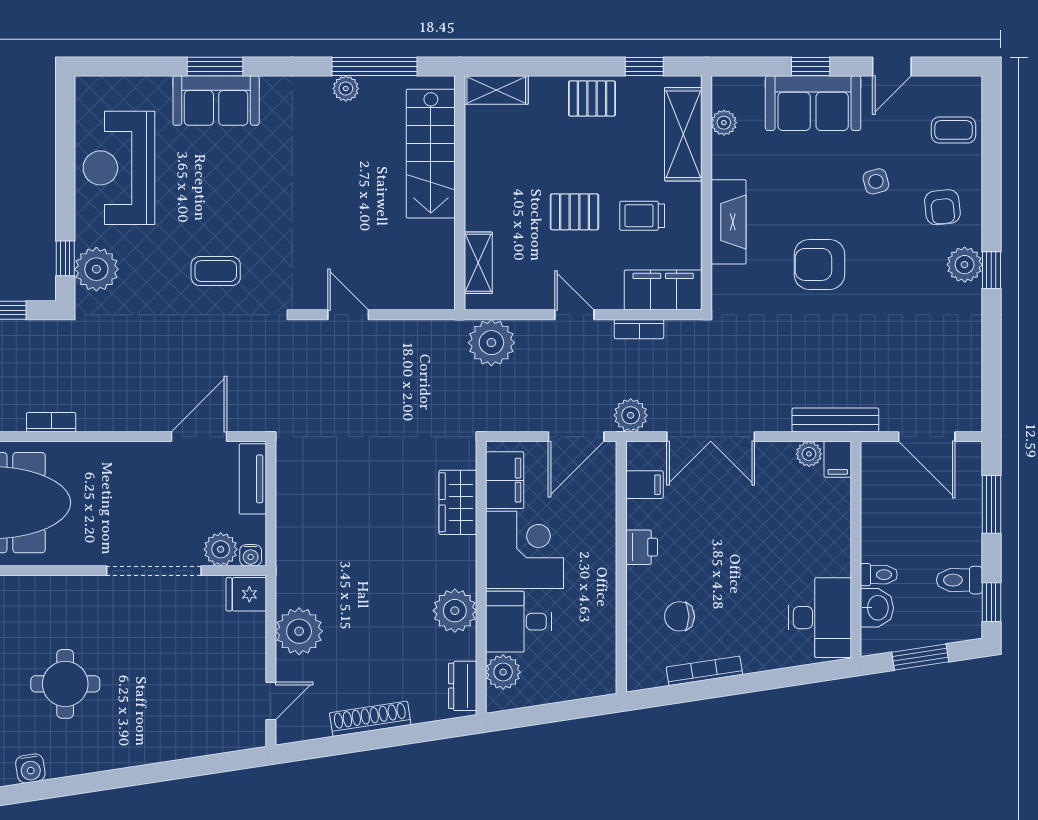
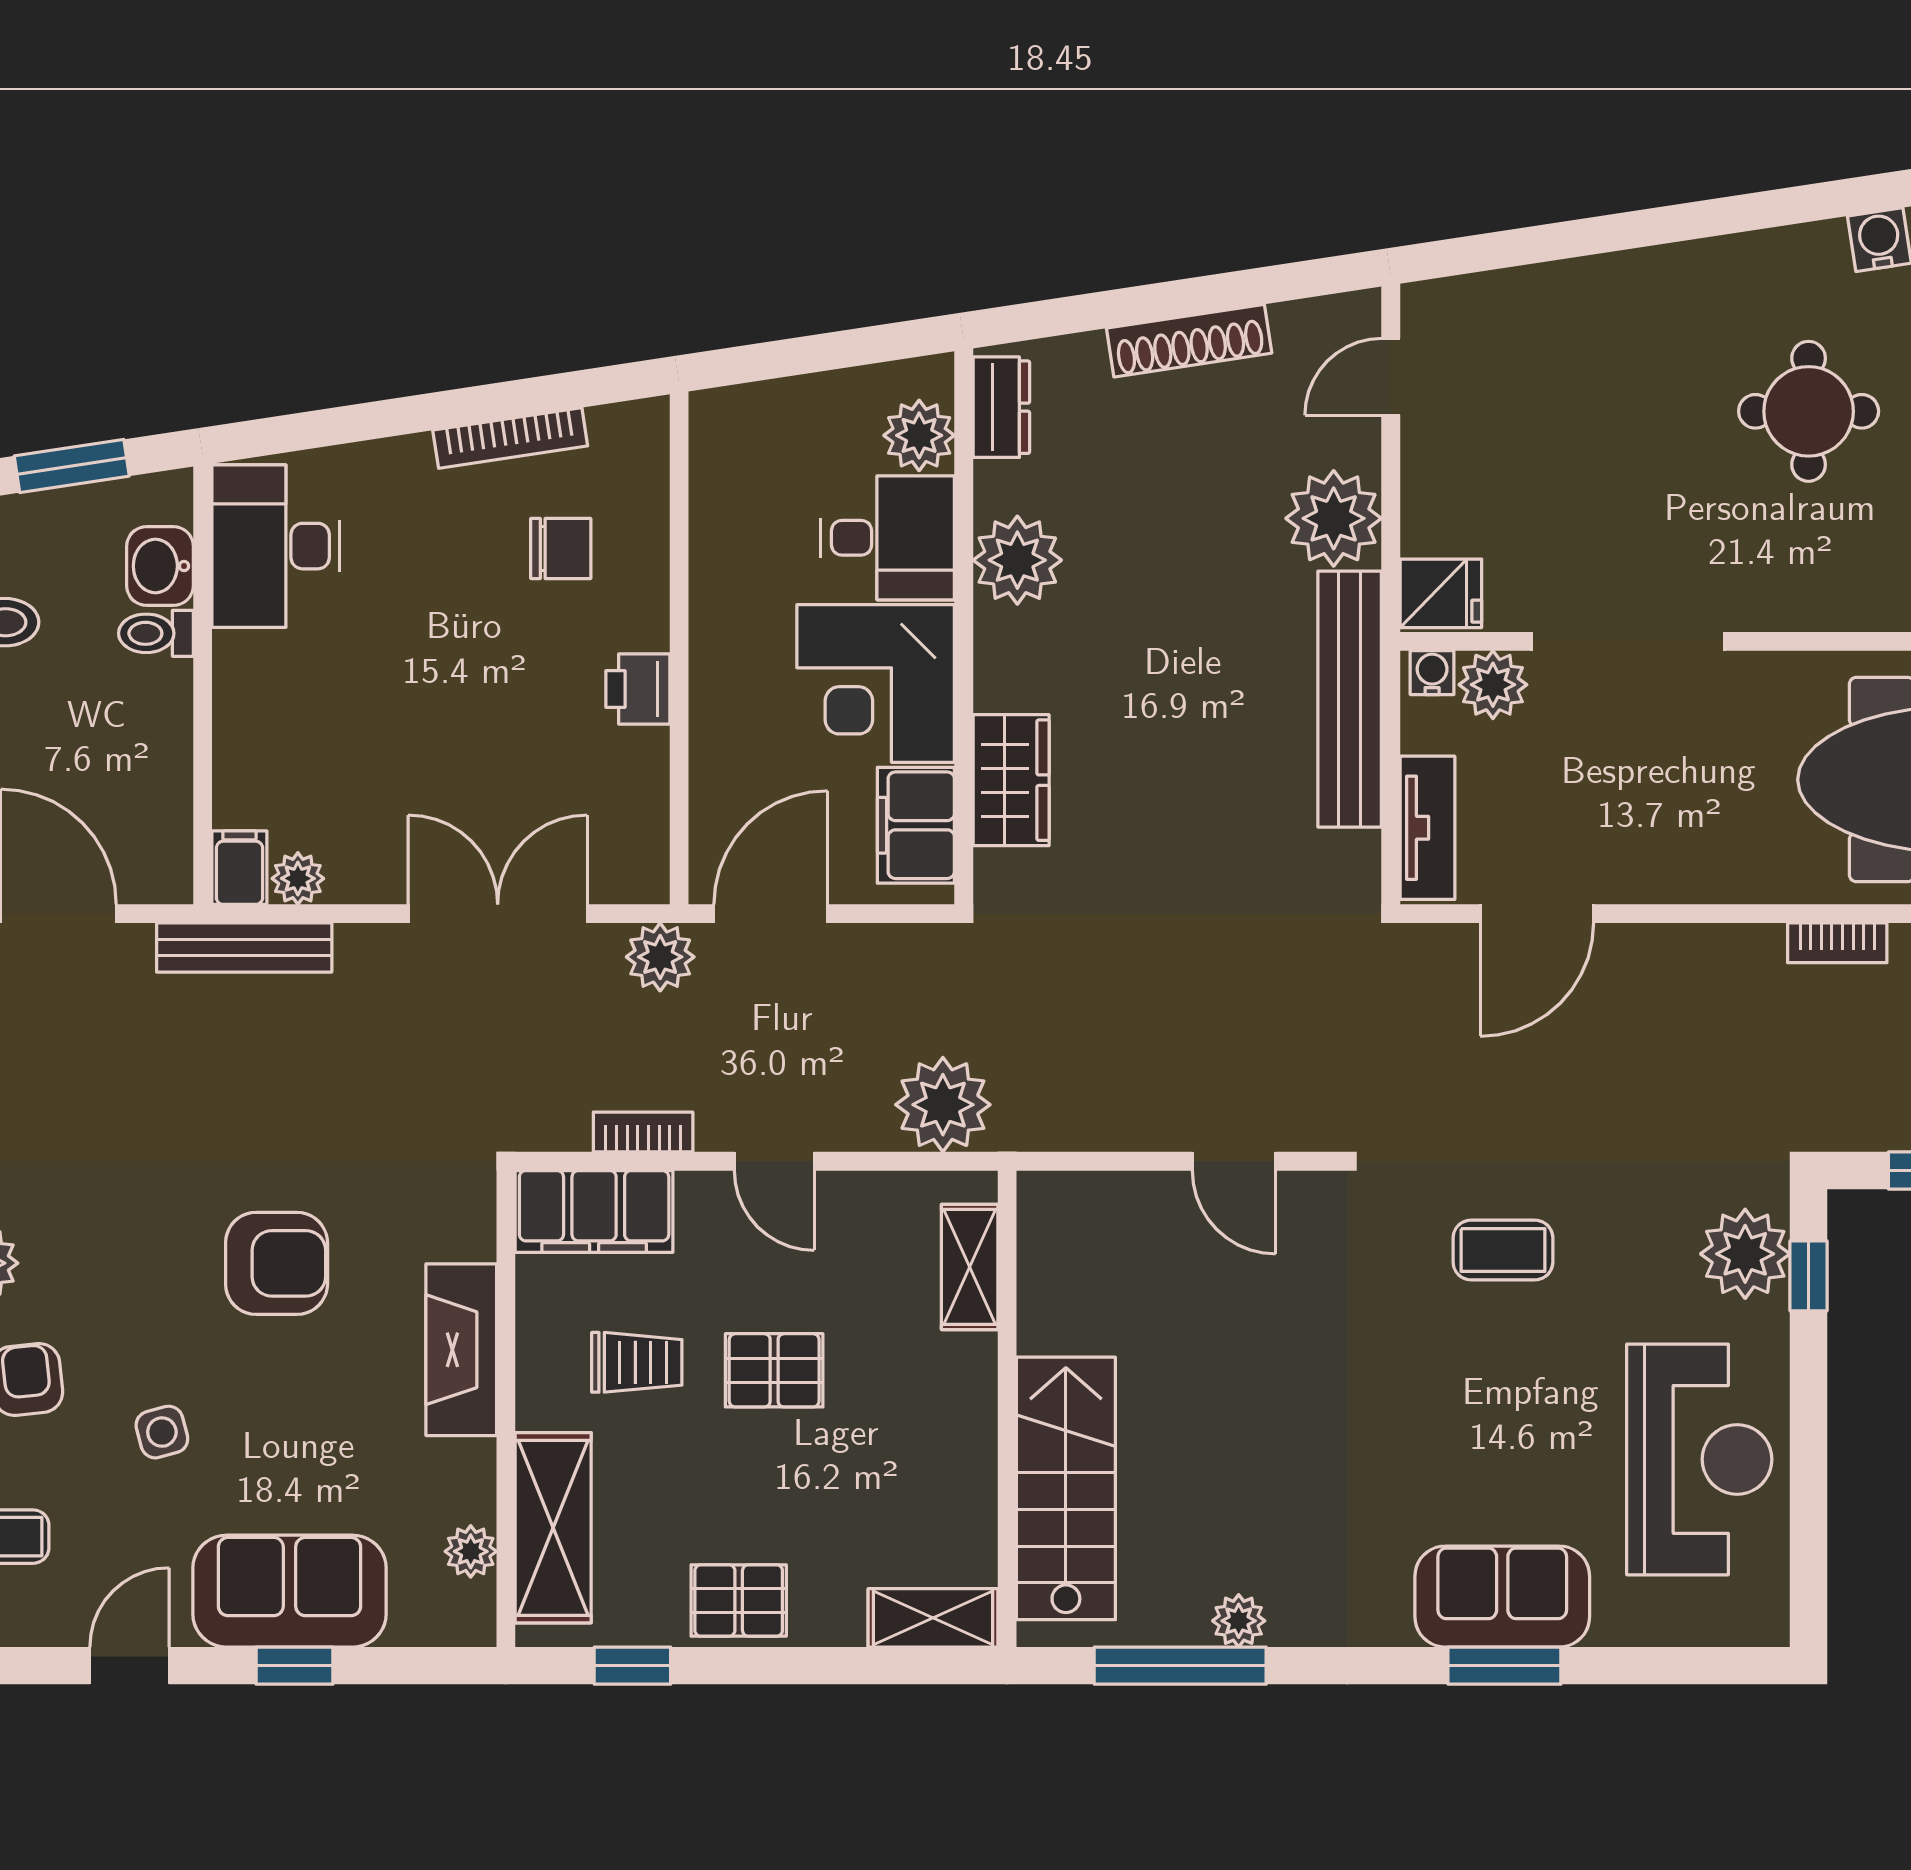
filing cabinet: (644, 485) -> (632, 816), removed
bench: (291, 542) -> (1350, 699), added

